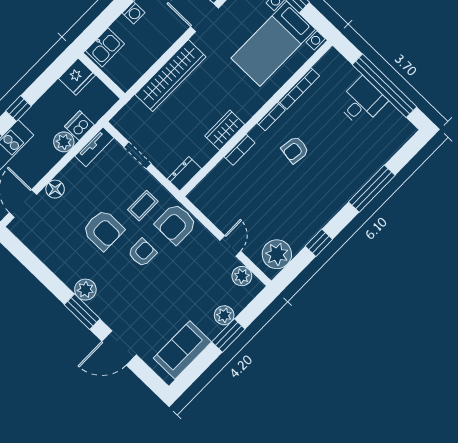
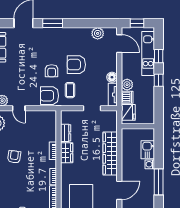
kitchen sink: (105, 47) -> (148, 150), moved
fridge: (77, 77) -> (128, 112), moved, turned 180
armchair: (295, 150) -> (14, 157), moved
dresser: (184, 174) -> (66, 133), moved
floor lamp: (55, 189) -> (112, 77), moved
armchair: (176, 224) -> (49, 96), turned -90
plant: (85, 290) -> (98, 33), moved

